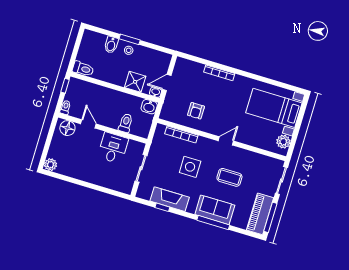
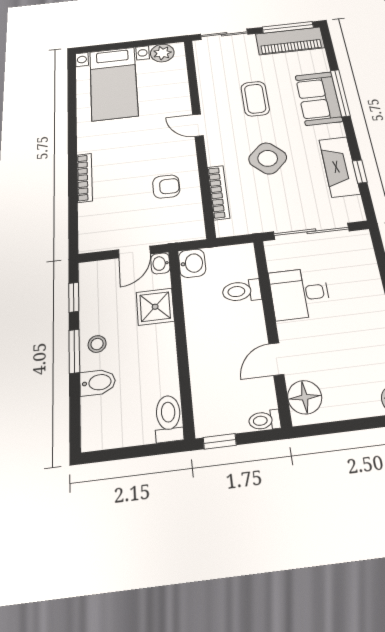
window: (156, 47) -> (74, 297), added
door: (167, 83) -> (134, 252), hinge flipped
side table: (190, 167) -> (268, 158), turned 45
sliding door: (141, 168) -> (311, 231), width x1.37

